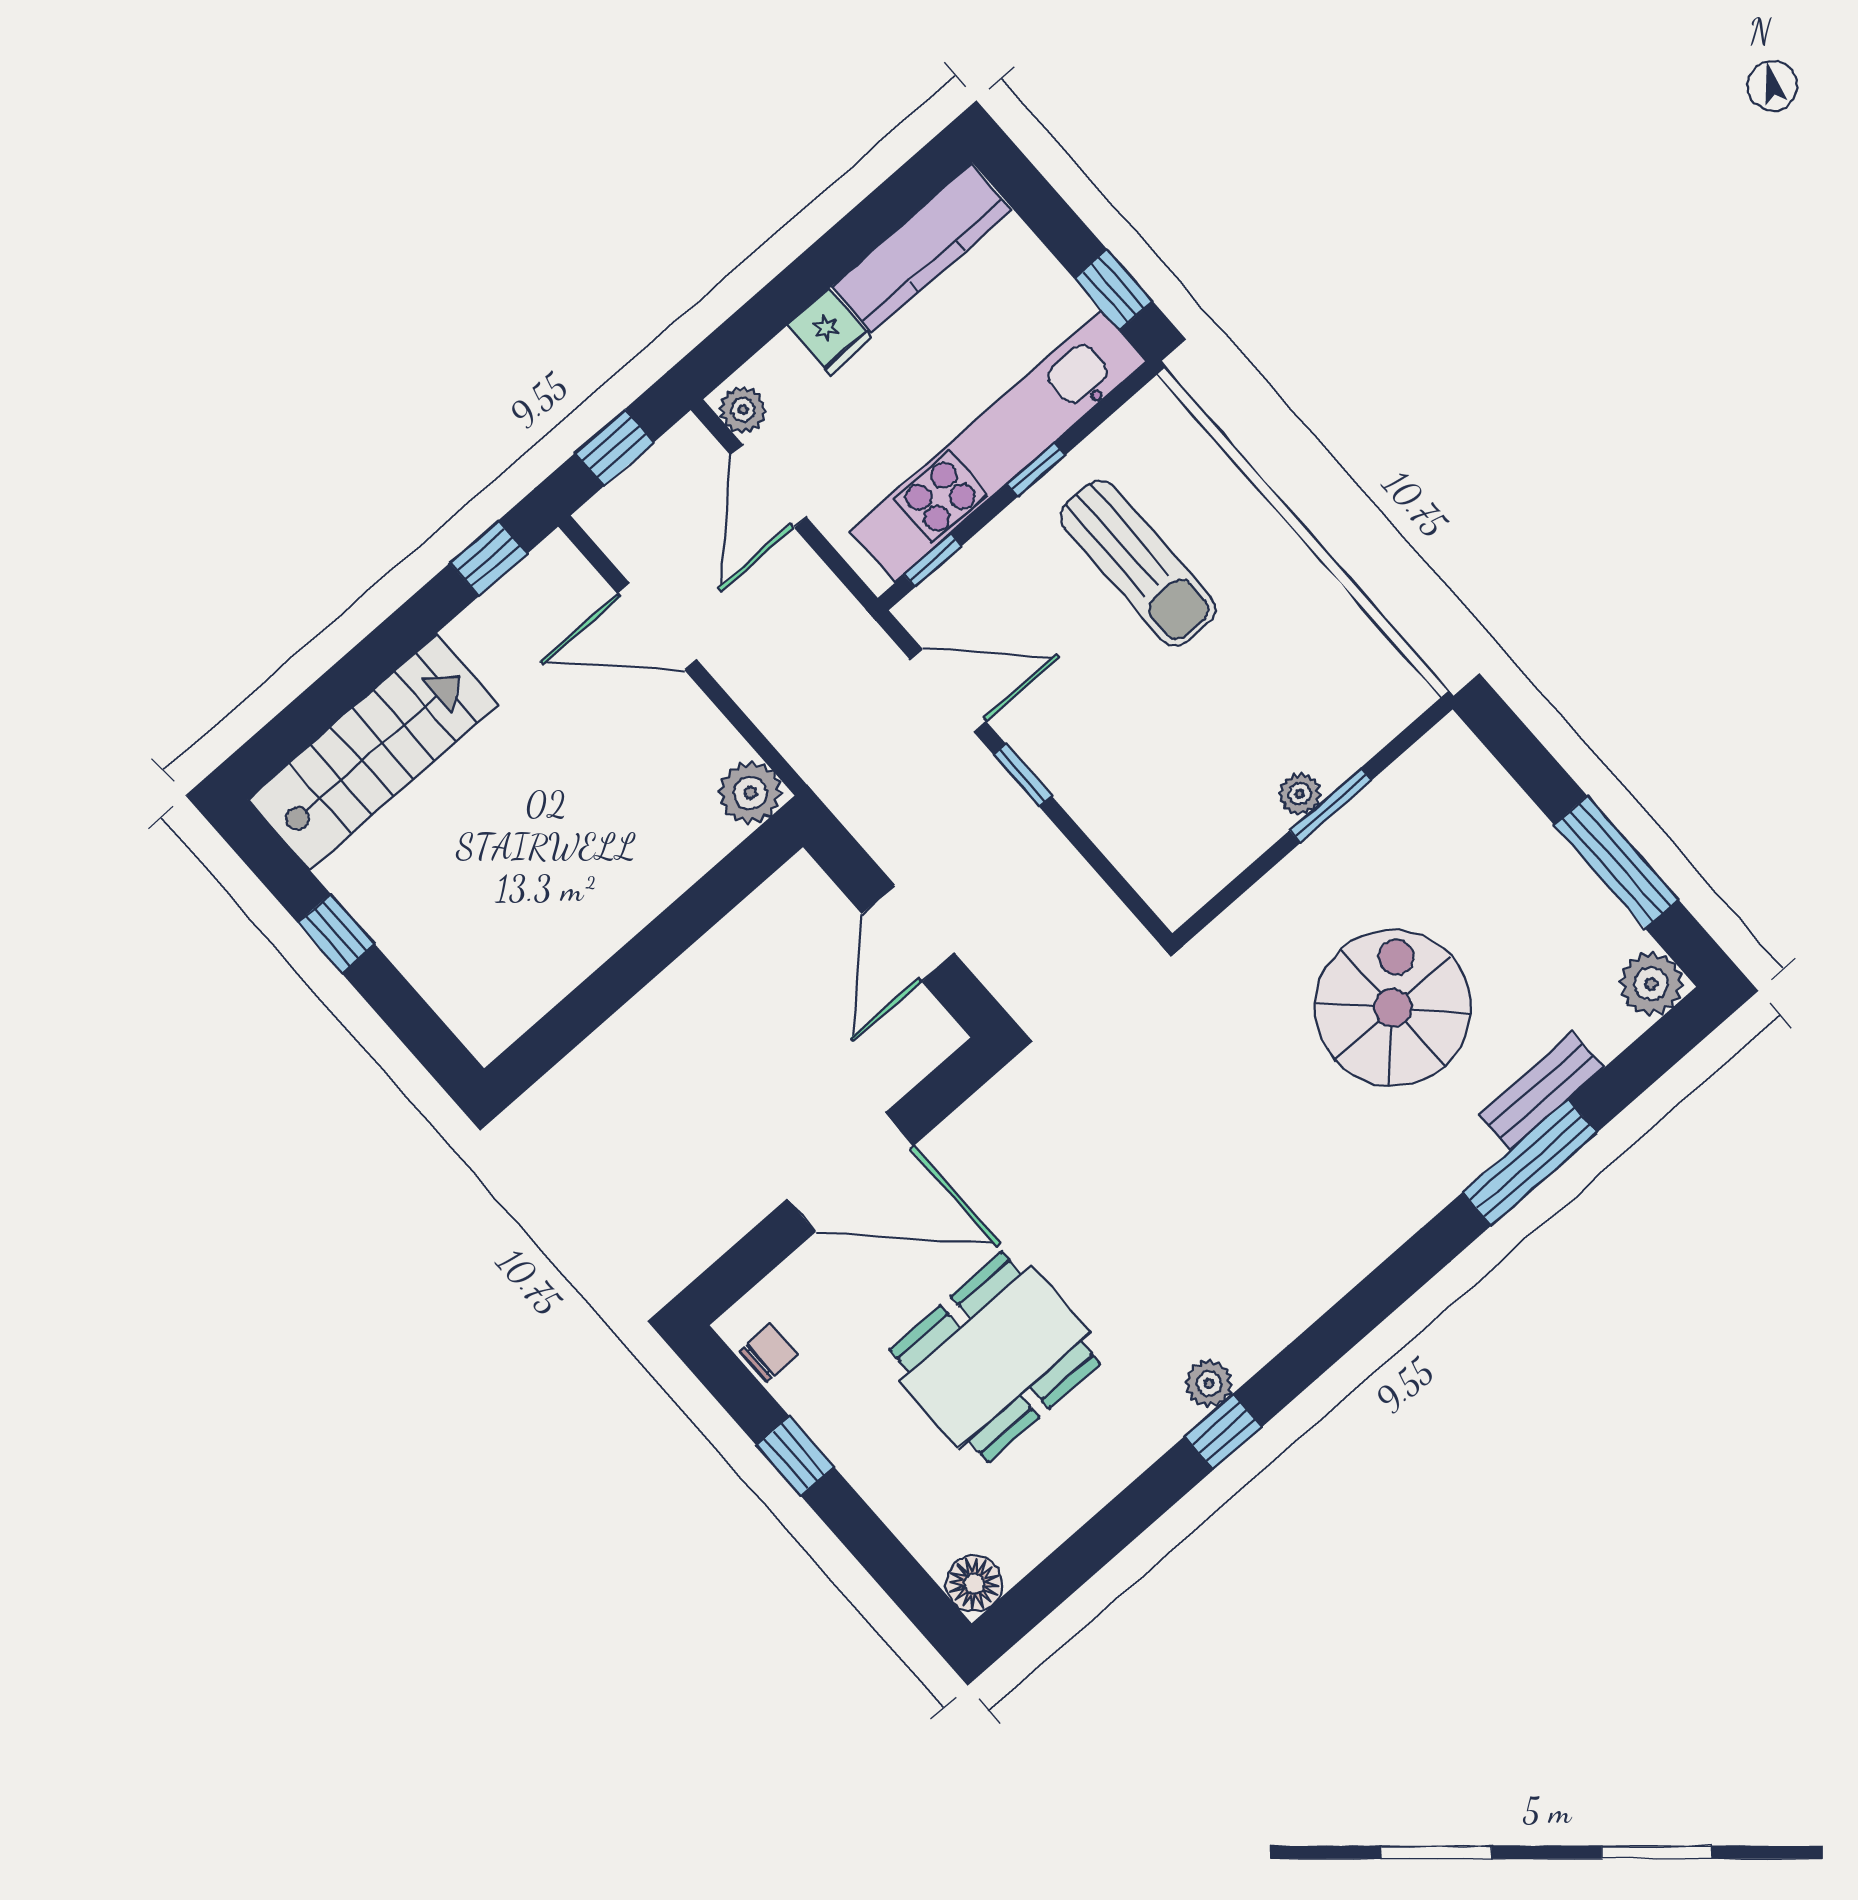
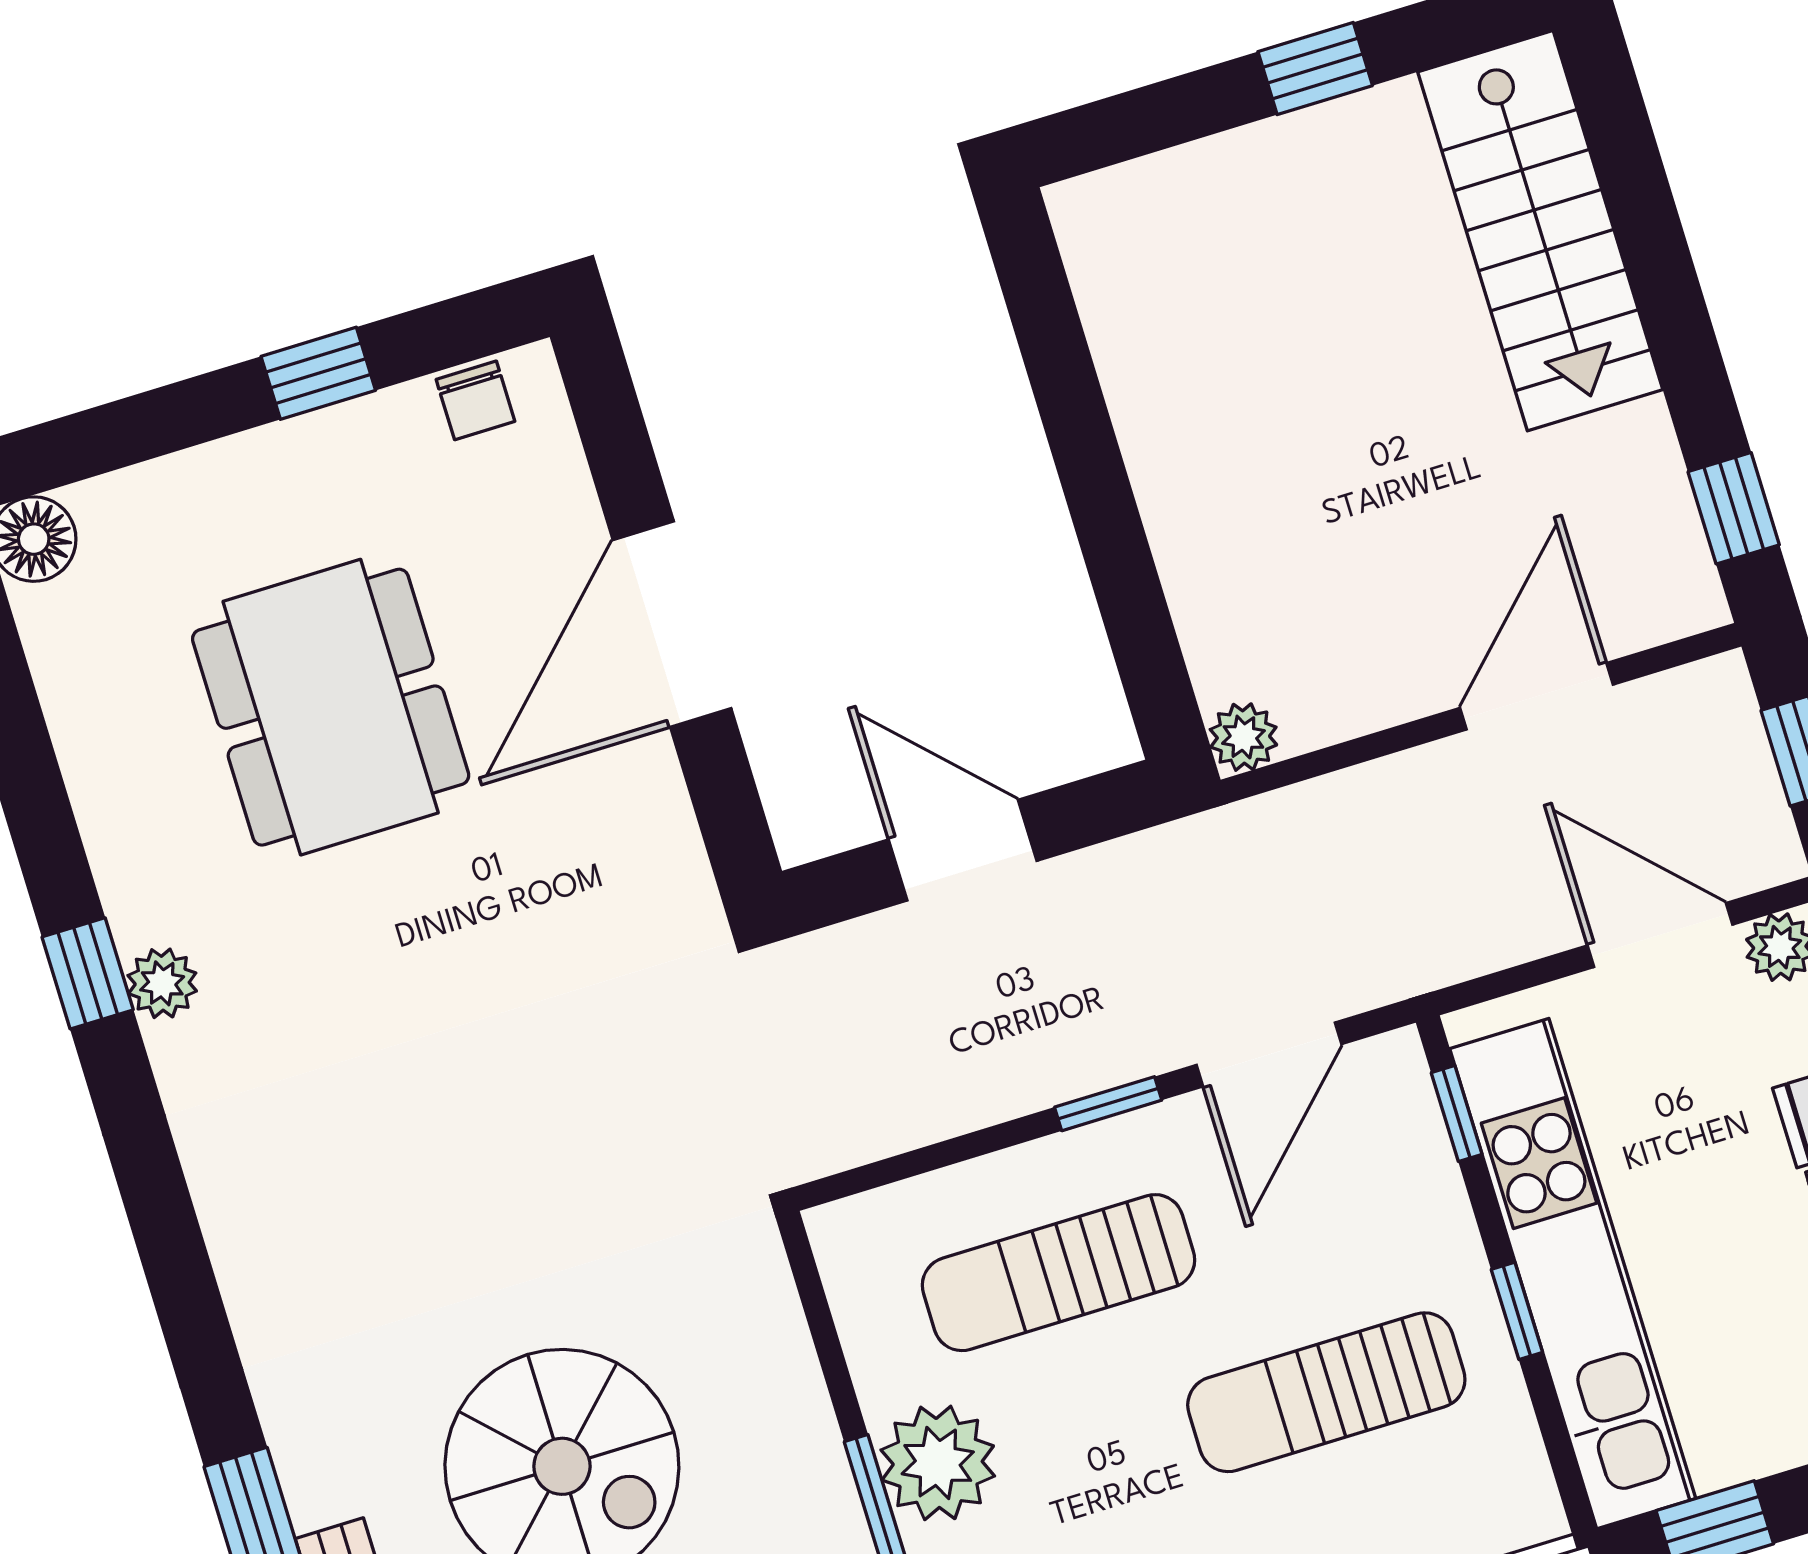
sun lounger: (1139, 759) -> (1058, 1273), added
plant: (750, 793) -> (1243, 737), width x0.73, depth x0.73
plant: (1300, 794) -> (938, 1463), width x1.88, depth x1.88

